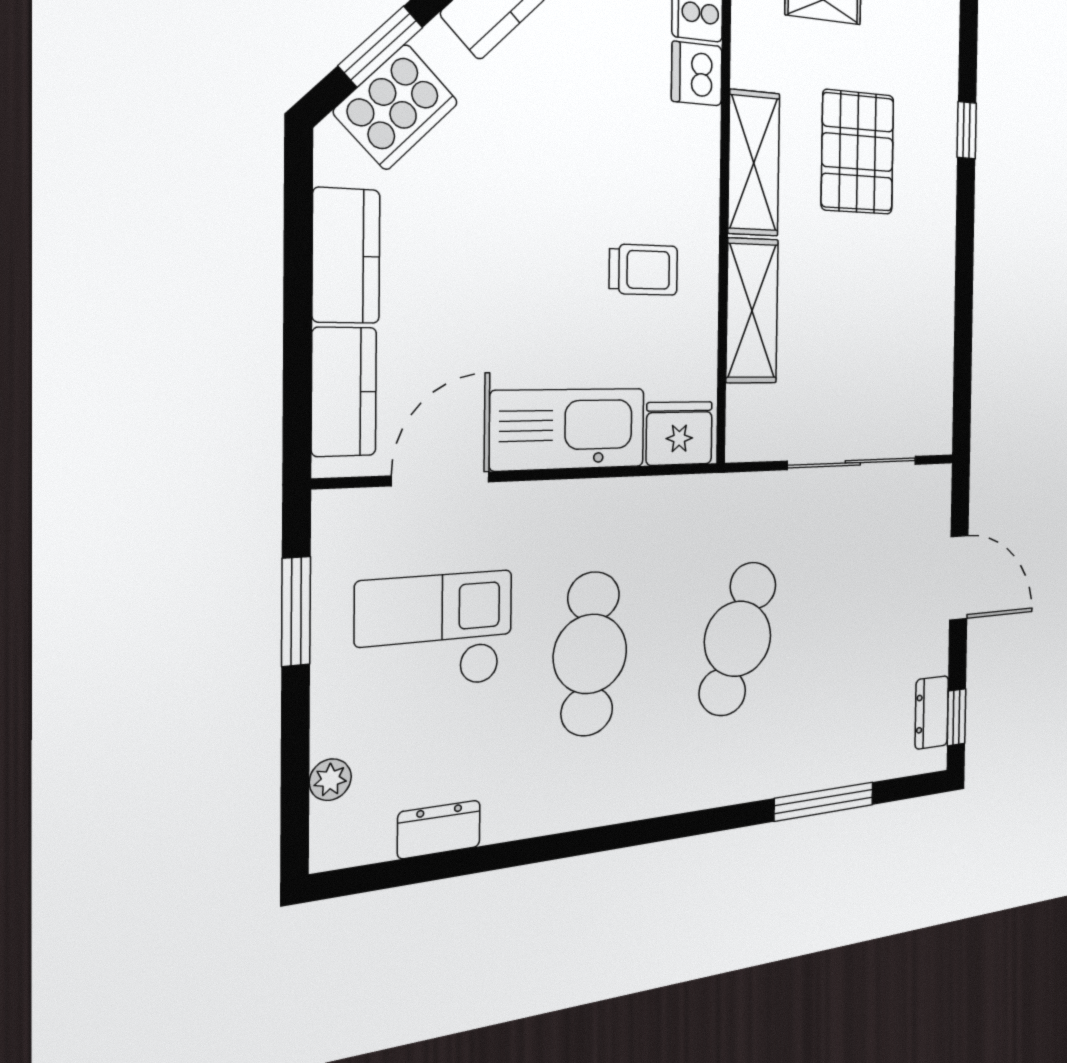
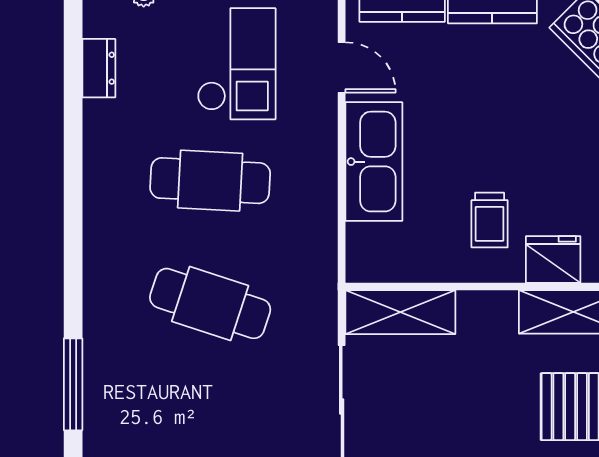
shelving: (752, 311) -> (400, 312), moved
fridge: (679, 433) -> (553, 259), moved, turned -90
door: (441, 479) -> (342, 67), width x0.73

